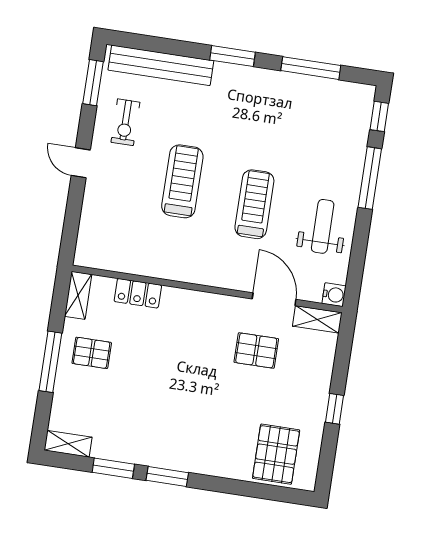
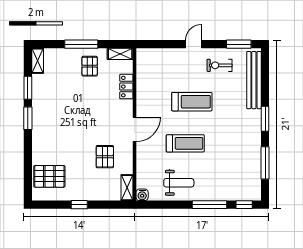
door: (274, 299) -> (135, 129), moved

